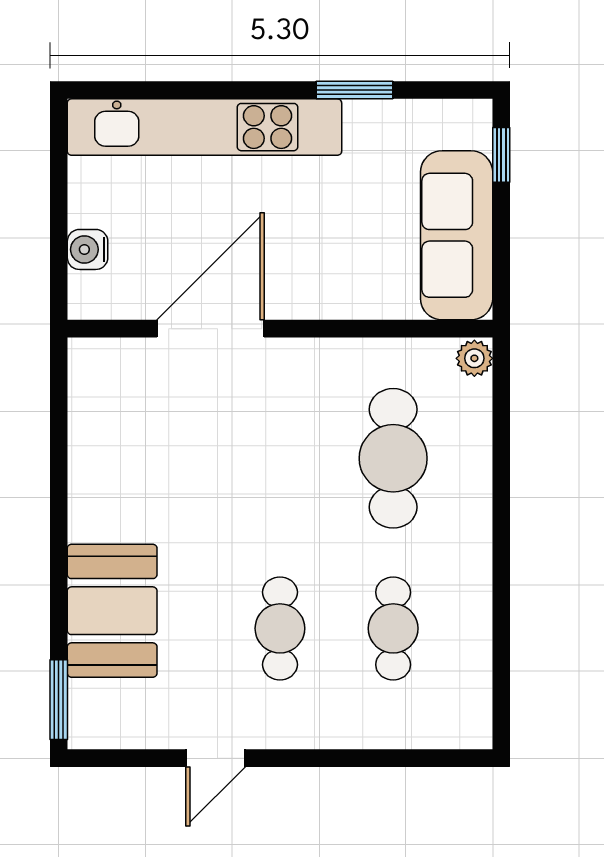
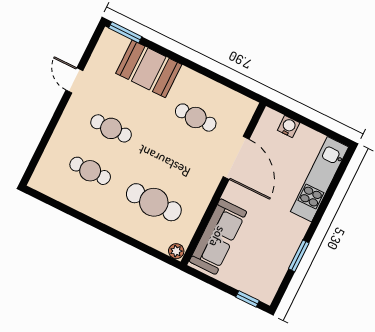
kitchen unit: (204, 127) -> (319, 179), width x0.73
sofa: (457, 235) -> (218, 237), moved, turned 90
cafe table: (167, 458) -> (196, 118), added

